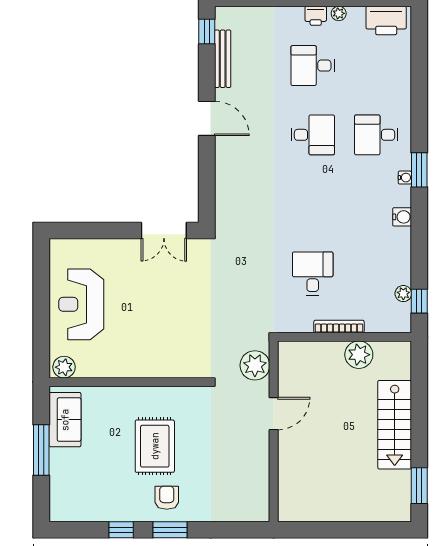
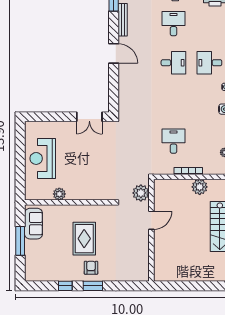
desk: (313, 66) -> (173, 24), turned 90
plant: (64, 367) -> (59, 194), moved

